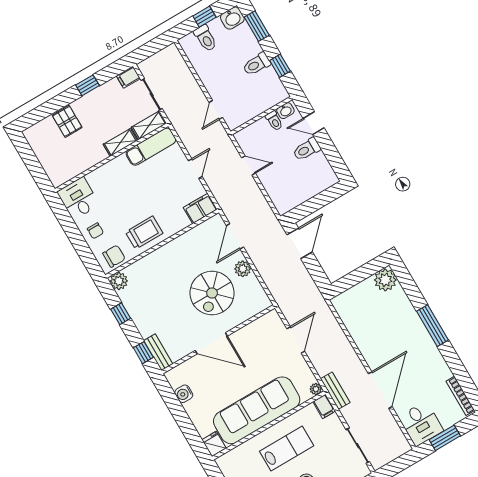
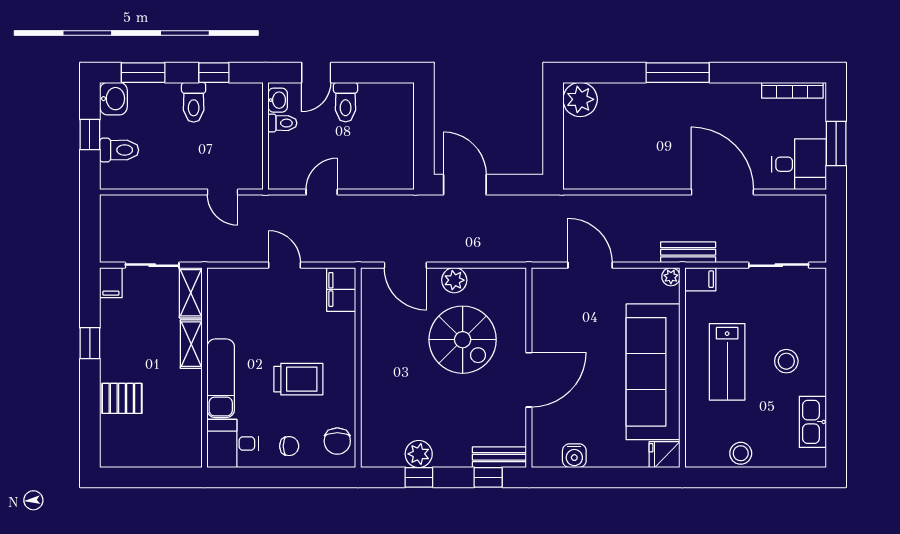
exam couch: (151, 147) -> (221, 378), moved
trolley: (144, 233) -> (298, 379), moved, turned 90
chair: (114, 256) -> (337, 441), turned 180
plant: (119, 281) -> (419, 454), moved
lab bench: (287, 449) -> (727, 362), turned 180

